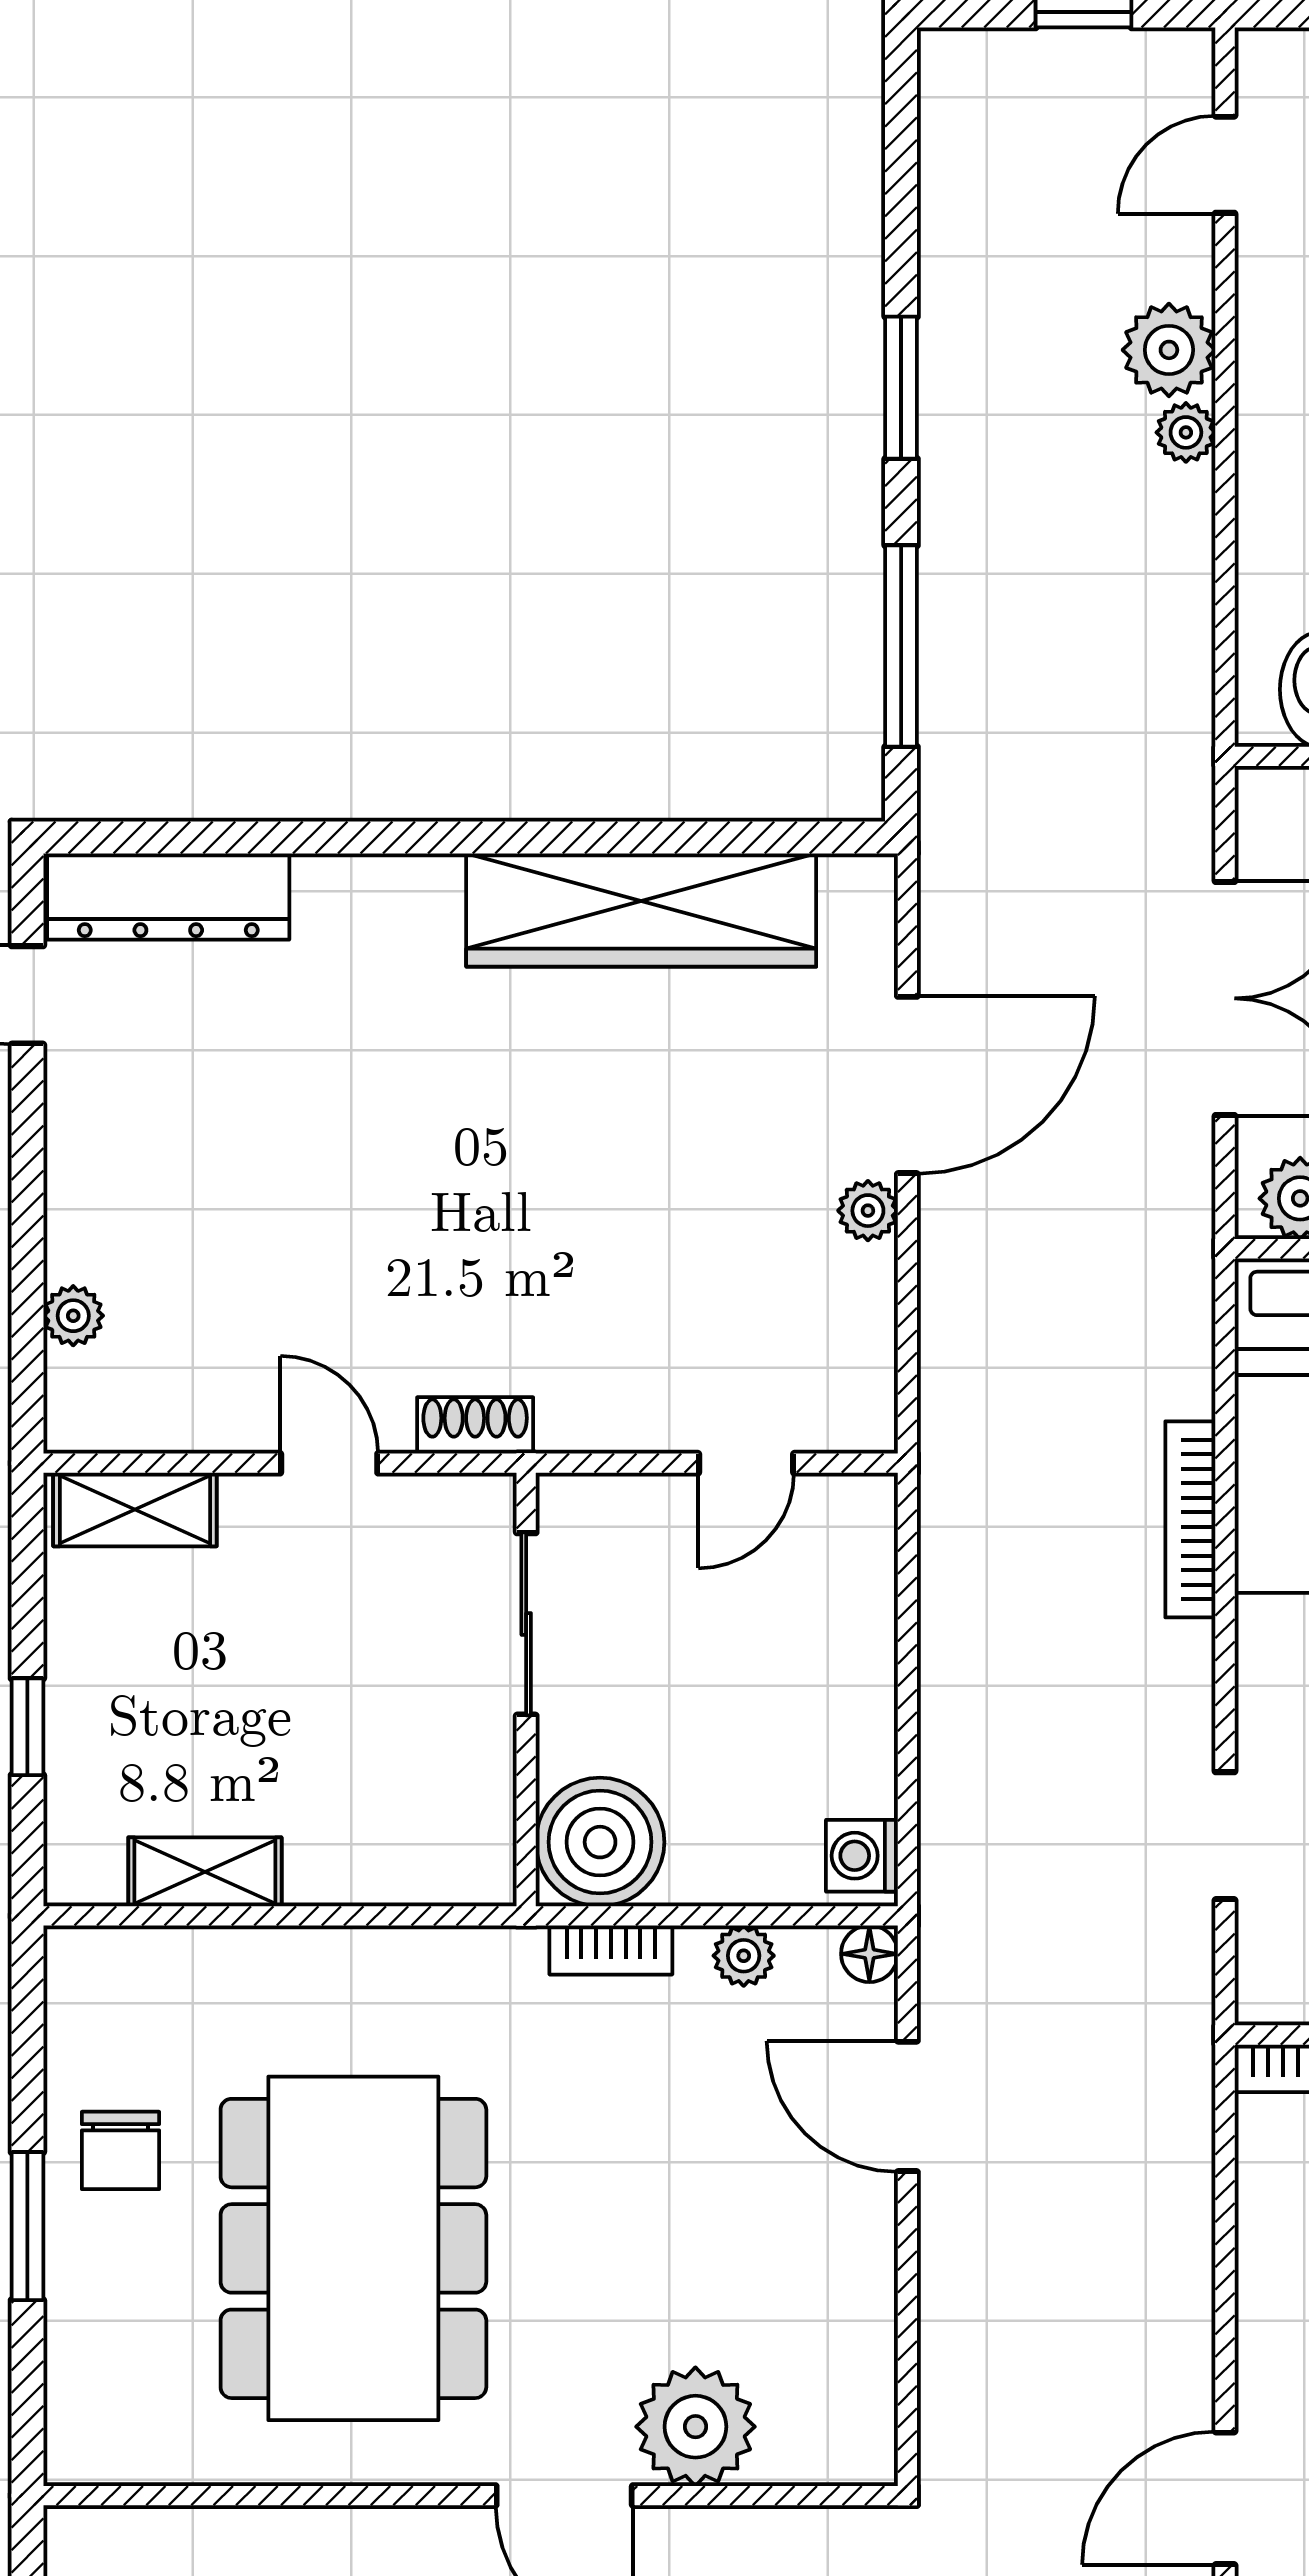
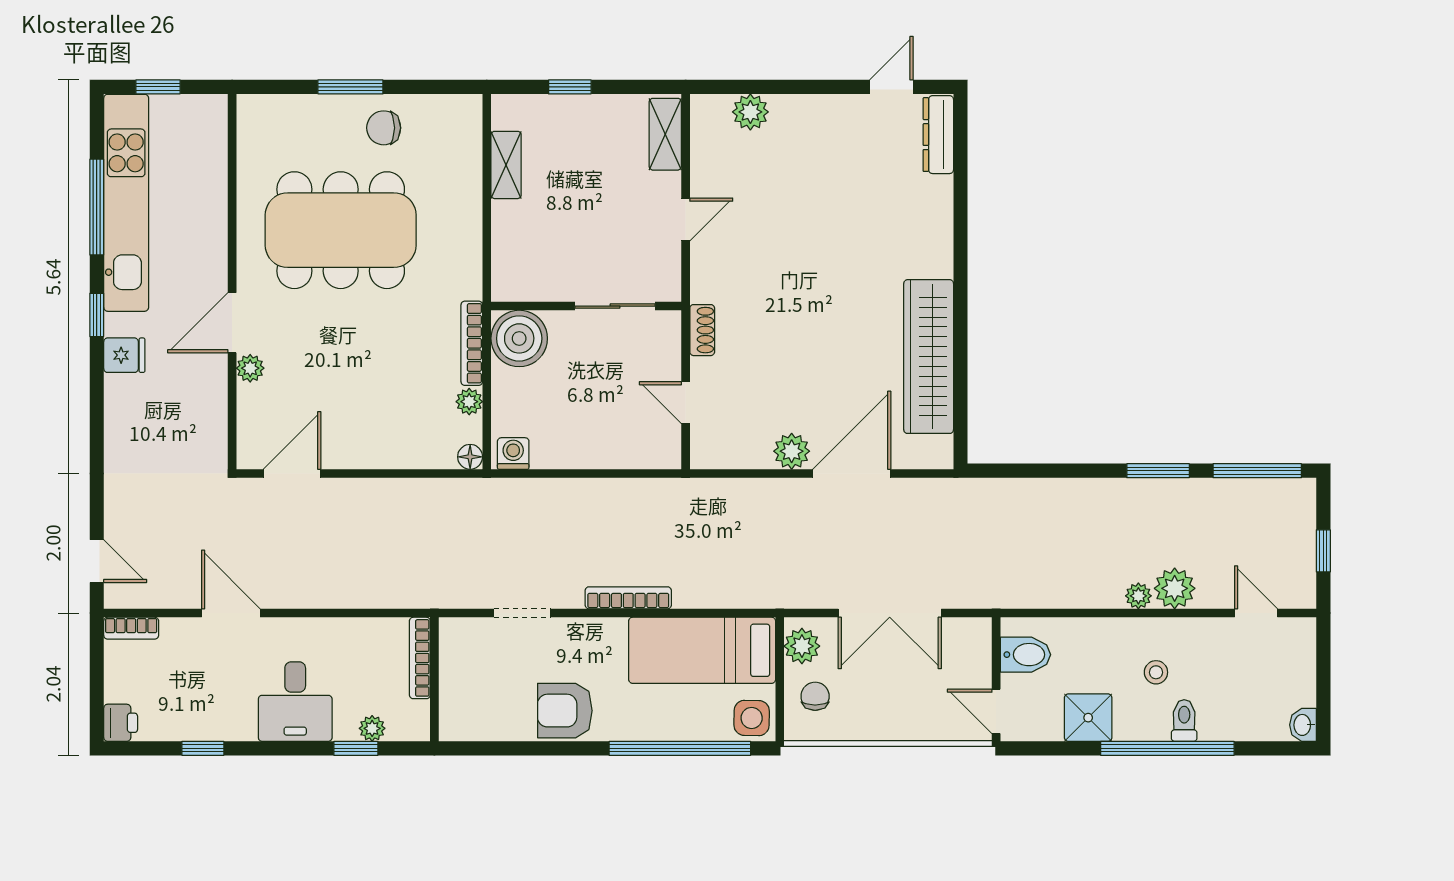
window: (901, 646) -> (1257, 471), moved
dresser: (168, 896) -> (938, 135), width x0.73, depth x0.80
door: (907, 1085) -> (852, 473), swing flipped
plant: (868, 1211) -> (792, 451), width x1.38, depth x1.38
plant: (73, 1316) -> (750, 112), width x1.38, depth x1.38
shoe rack: (475, 1425) -> (702, 330), moved
bookcase: (1190, 1519) -> (628, 598), moved
bookcase: (611, 1950) -> (472, 343), width x1.56
door: (907, 2106) -> (292, 473), moved
plant: (695, 2427) -> (250, 368), width x0.53, depth x0.53

